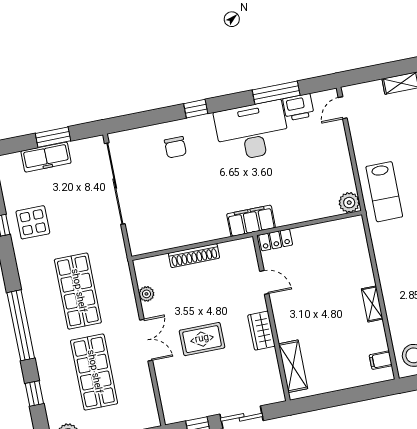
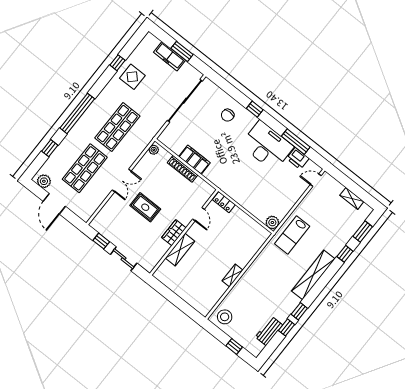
filing cabinet: (251, 221) -> (194, 160), moved
plant: (146, 294) -> (154, 150), moved
filing cabinet: (381, 360) -> (209, 303), removed
shelving: (293, 366) -> (180, 250), moved

